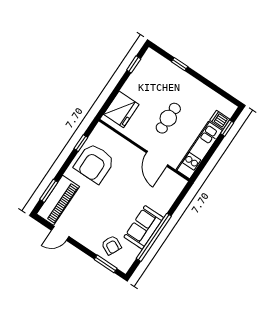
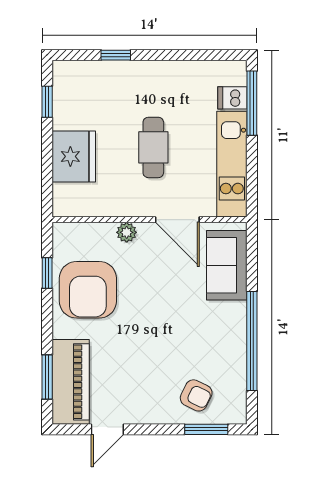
fridge: (121, 109) -> (74, 156), moved
window: (227, 128) -> (252, 103), width x2.17
plant: (130, 149) -> (127, 232), added
sofa: (144, 227) -> (227, 265), moved

